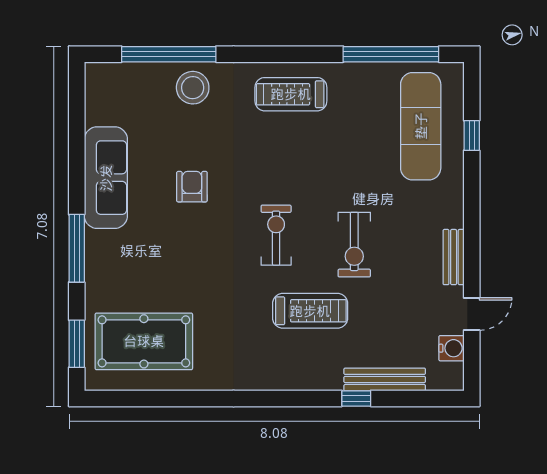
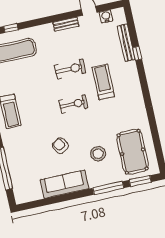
stool: (193, 88) -> (98, 154), moved
armchair: (192, 187) -> (60, 146), turned 58
exercise bike: (276, 235) -> (73, 104), turned 180
window: (77, 248) -> (108, 188), moved

